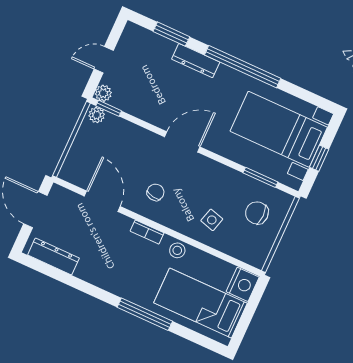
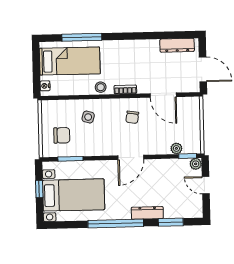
door: (104, 60) -> (206, 185), swing flipped
plant: (97, 115) -> (176, 148), moved
nightstand: (243, 284) -> (45, 86), width x0.53, depth x0.56
window: (145, 314) -> (82, 37), moved

